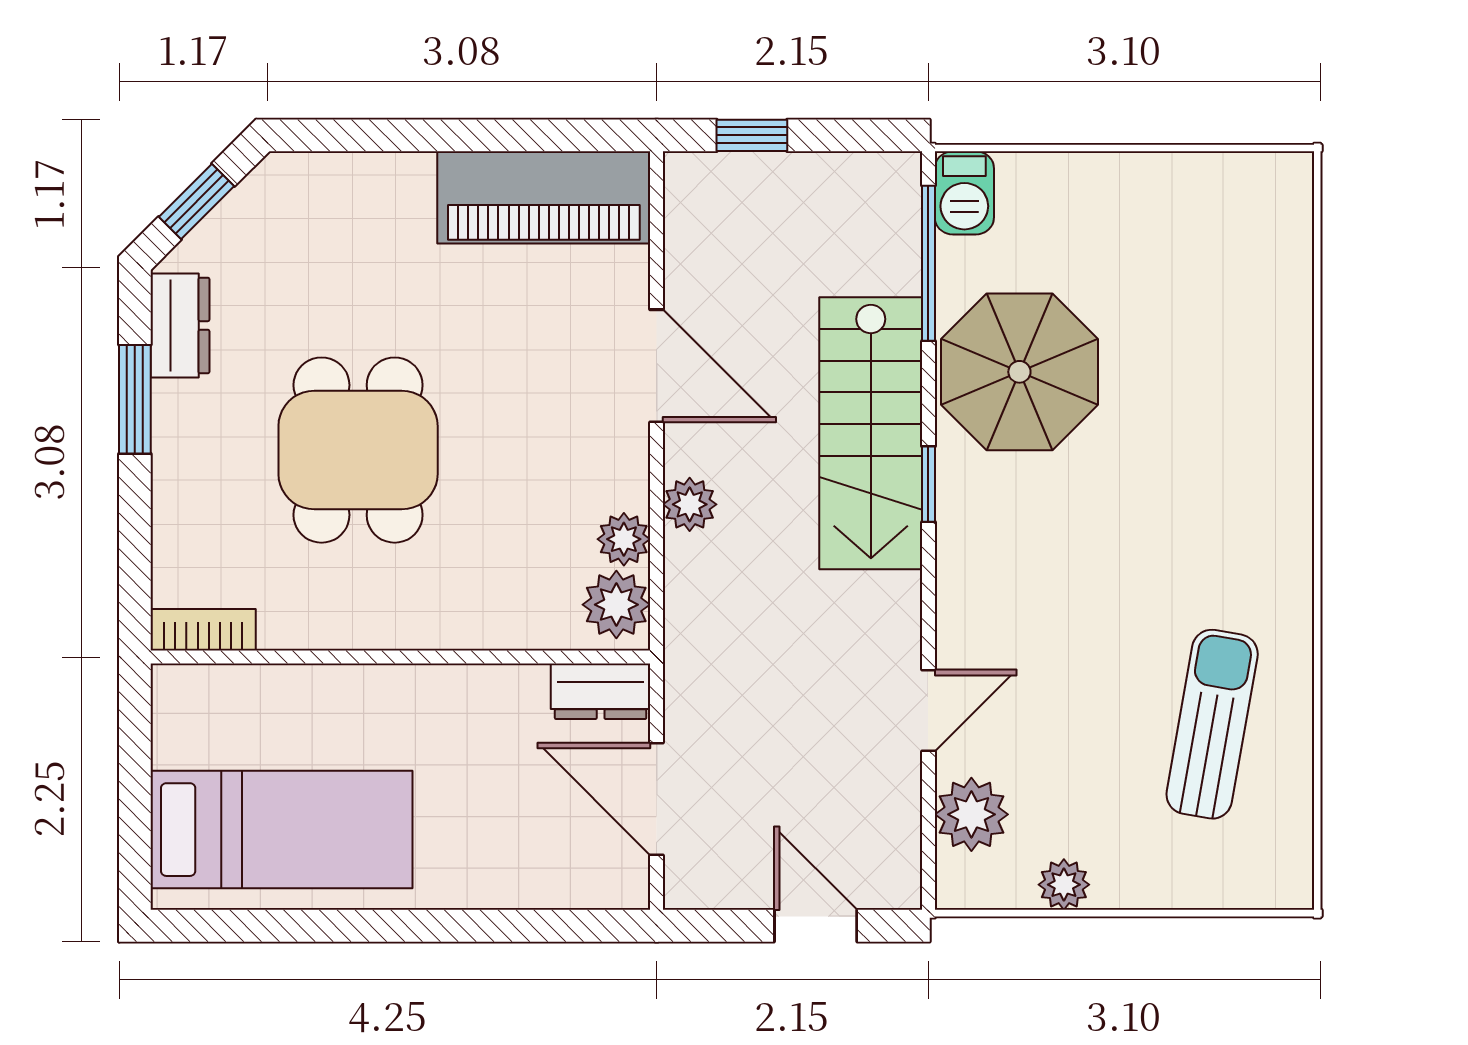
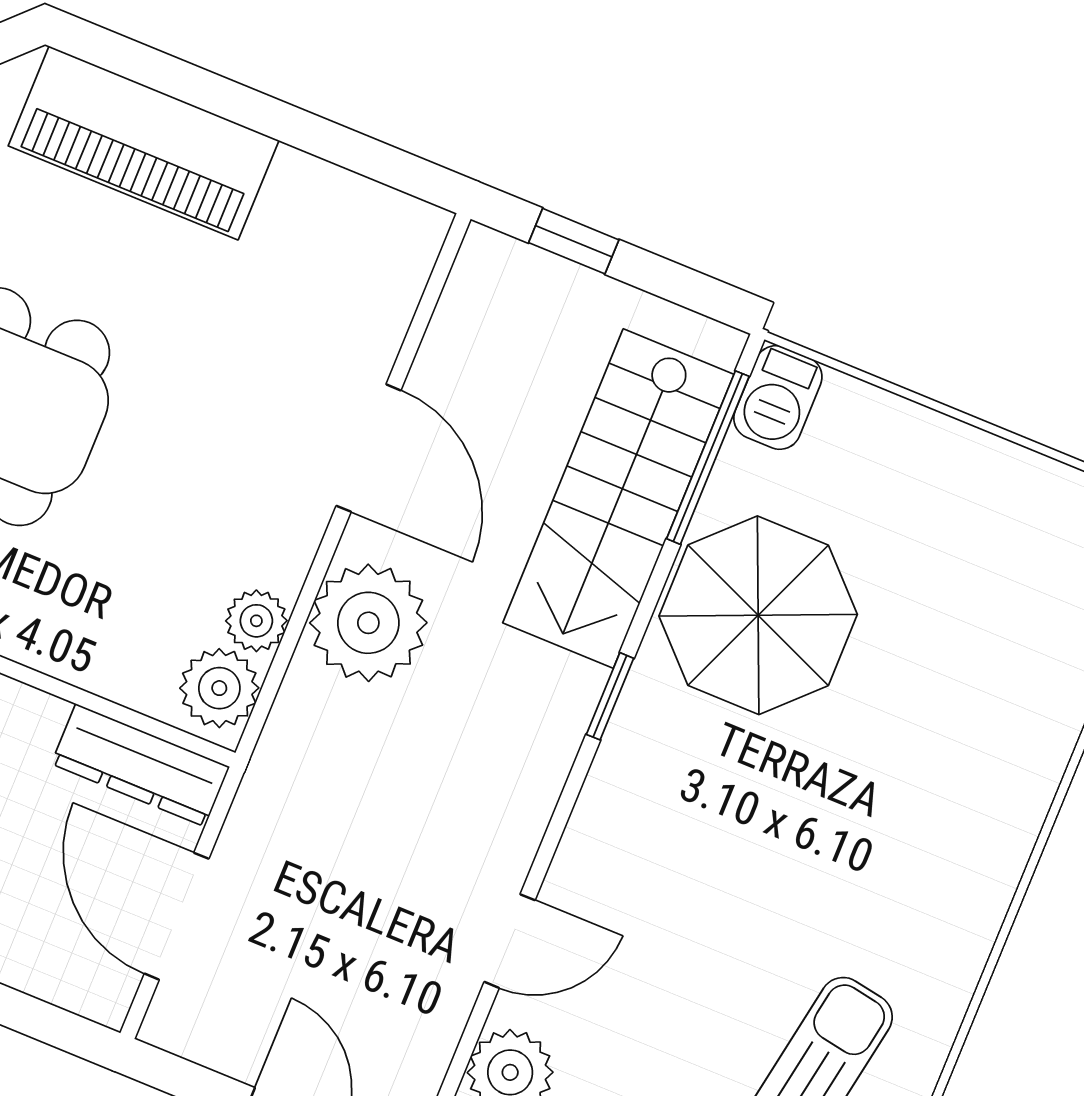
piano: (544, 197) -> (144, 143), moved
stairs: (871, 433) -> (618, 499), moved
plant: (690, 504) -> (368, 623), width x1.88, depth x1.88
dresser: (601, 691) -> (140, 765), width x1.44

